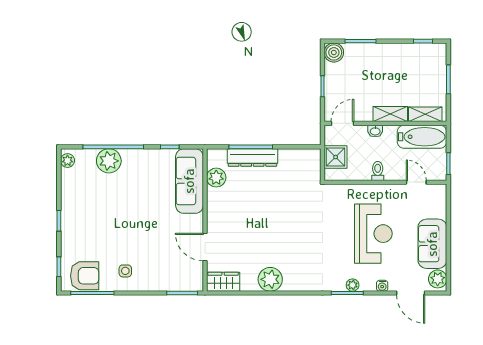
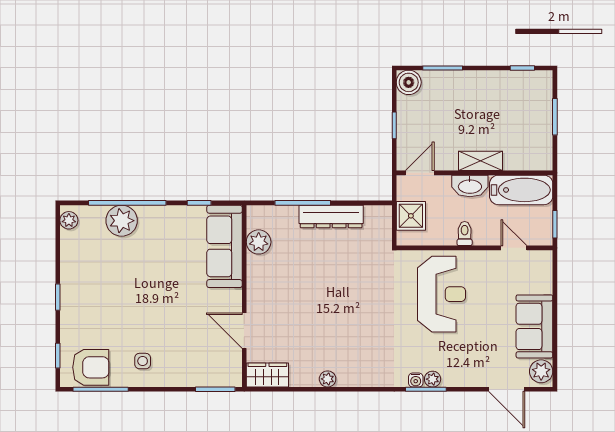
shelving: (425, 114) -> (525, 161), removed
washbasin: (375, 131) -> (470, 186), width x1.91, depth x1.45
dresser: (252, 158) -> (331, 216), moved
reception desk: (373, 234) -> (441, 294), moved
plant: (270, 279) -> (328, 379), width x0.53, depth x0.53
water cooler: (382, 286) -> (416, 380), moved

